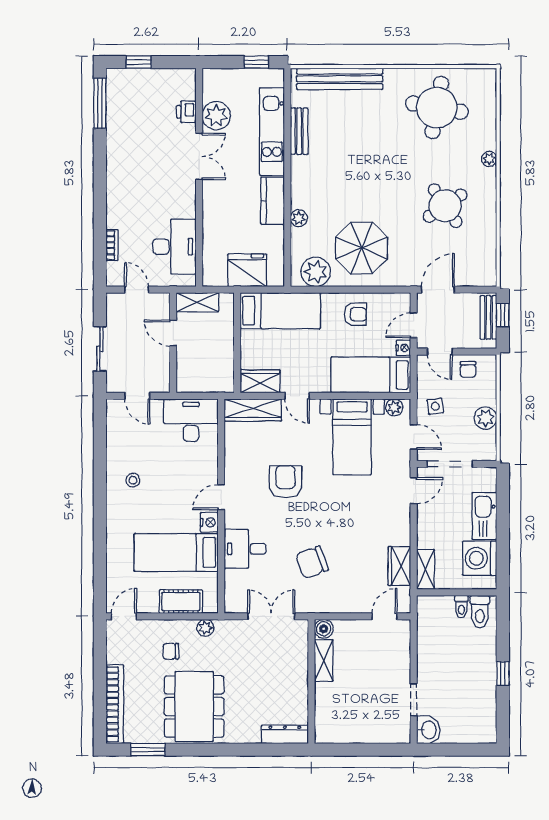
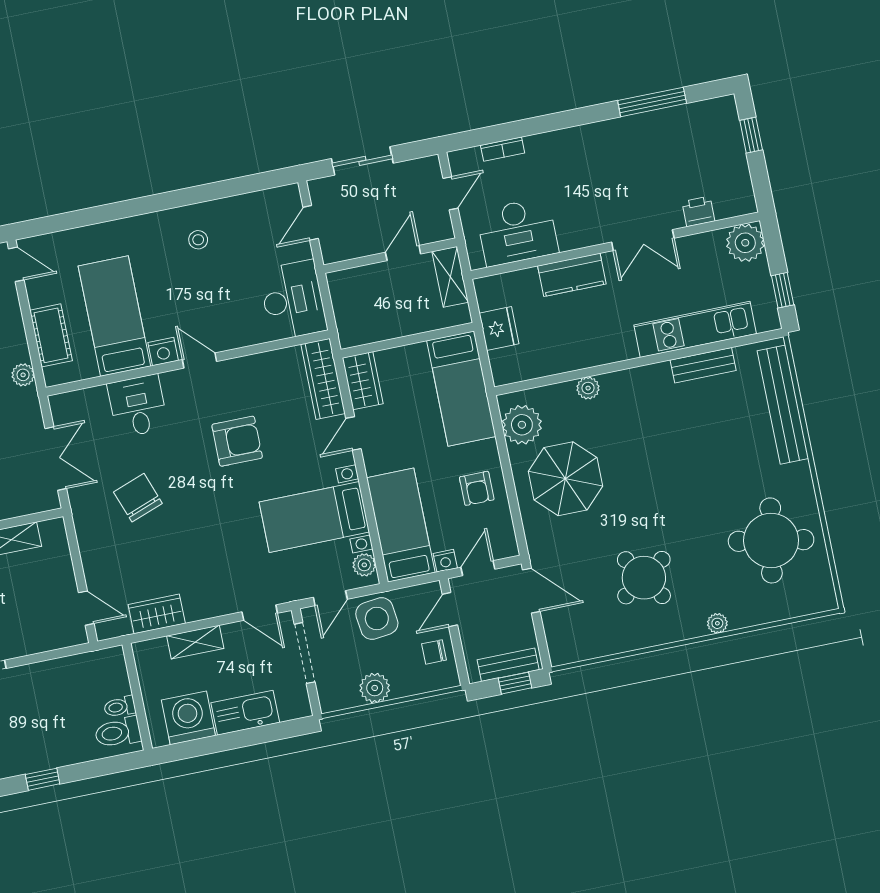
window: (100, 103) -> (652, 102), moved
plant: (216, 116) -> (745, 243), moved
kitchen counter: (272, 201) -> (572, 275), moved, turned 180
fridge: (247, 270) -> (499, 328), width x0.73, depth x0.75
door: (414, 325) -> (478, 568), hinge flipped
side table: (435, 406) -> (377, 619), width x1.87, depth x1.87
shelving: (425, 569) -> (195, 642), moved
boiler: (324, 629) -> (54, 531), removed

